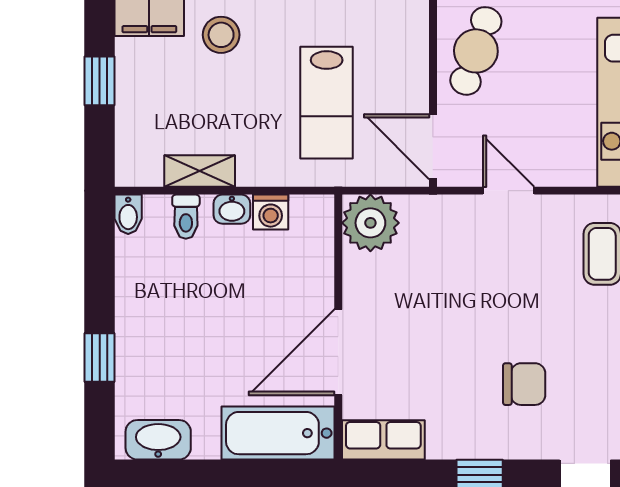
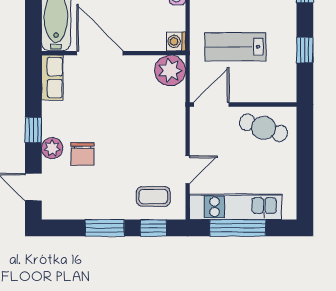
door: (509, 191) -> (188, 170), moved
washing machine: (271, 212) -> (176, 41), moved
plant: (513, 440) -> (52, 148), added

